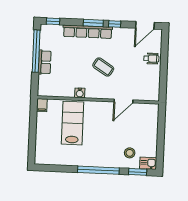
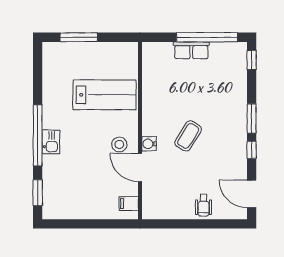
row of seats: (88, 32) -> (238, 111), removed
water cooler: (80, 93) -> (149, 144), moved
filing cabinet: (42, 105) -> (129, 204), moved
window: (32, 139) -> (79, 37), added
stool: (130, 153) -> (119, 145), moved
kitchen sink: (148, 163) -> (51, 142), moved

